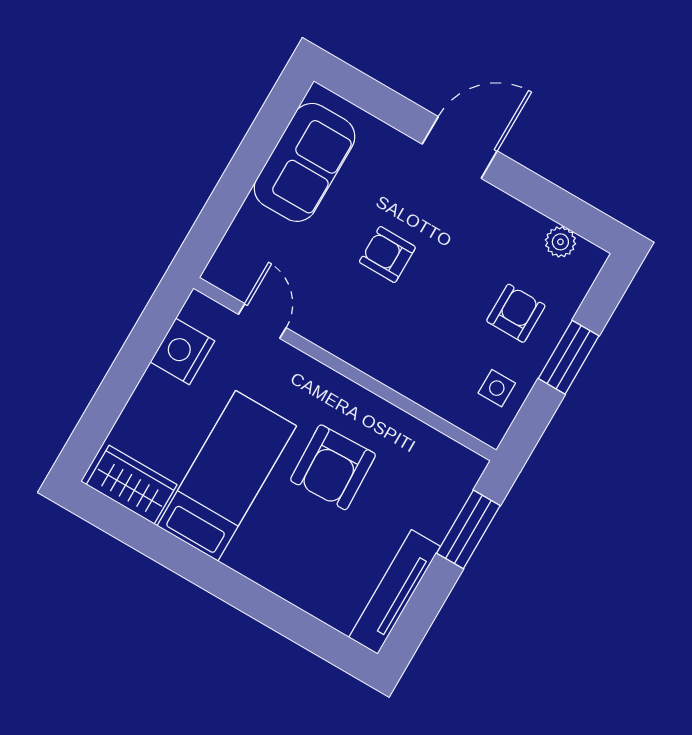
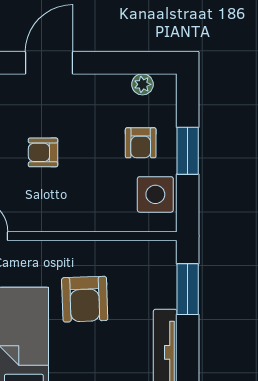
armchair: (516, 313) -> (141, 143), turned 180
side table: (497, 388) -> (155, 194), width x1.87, depth x1.87

